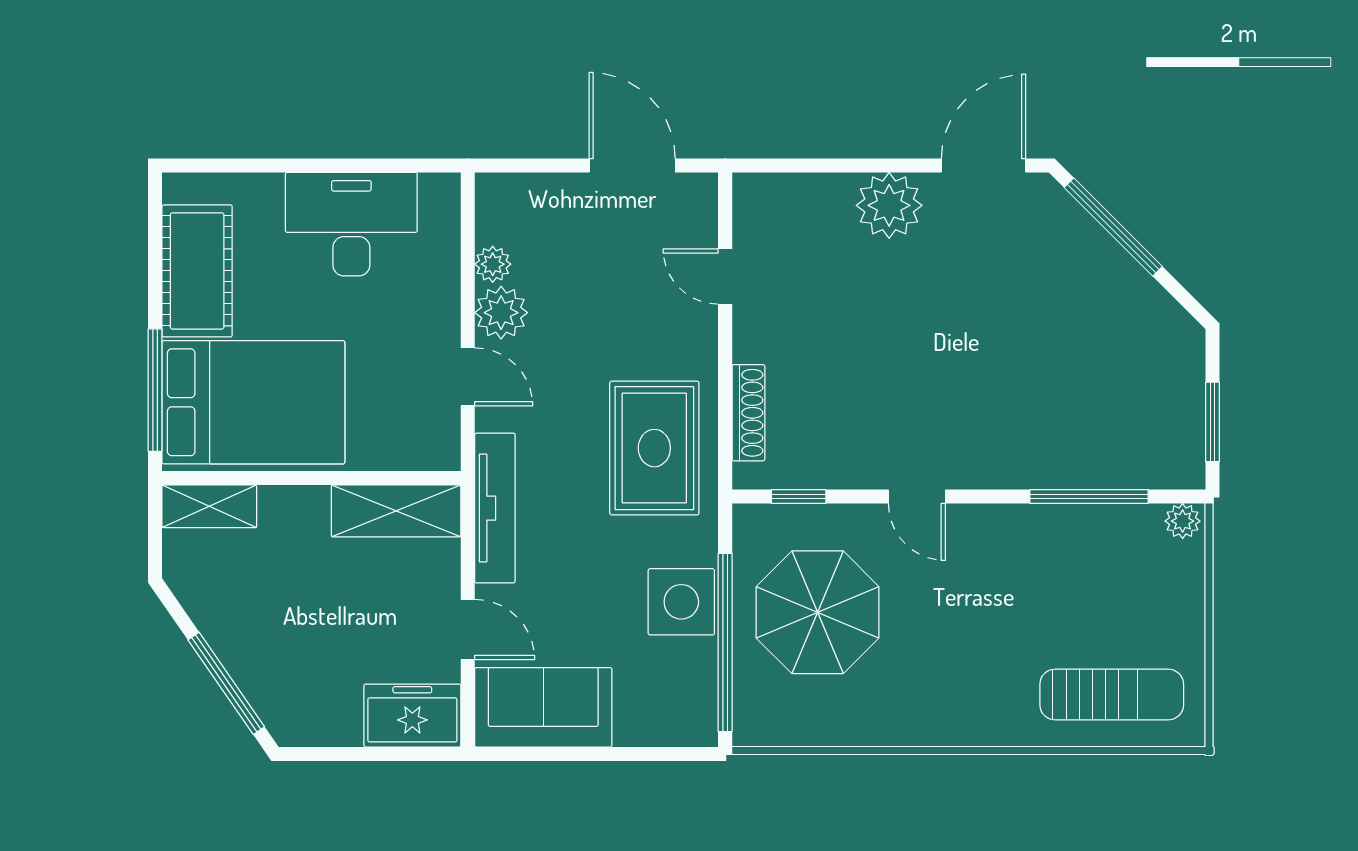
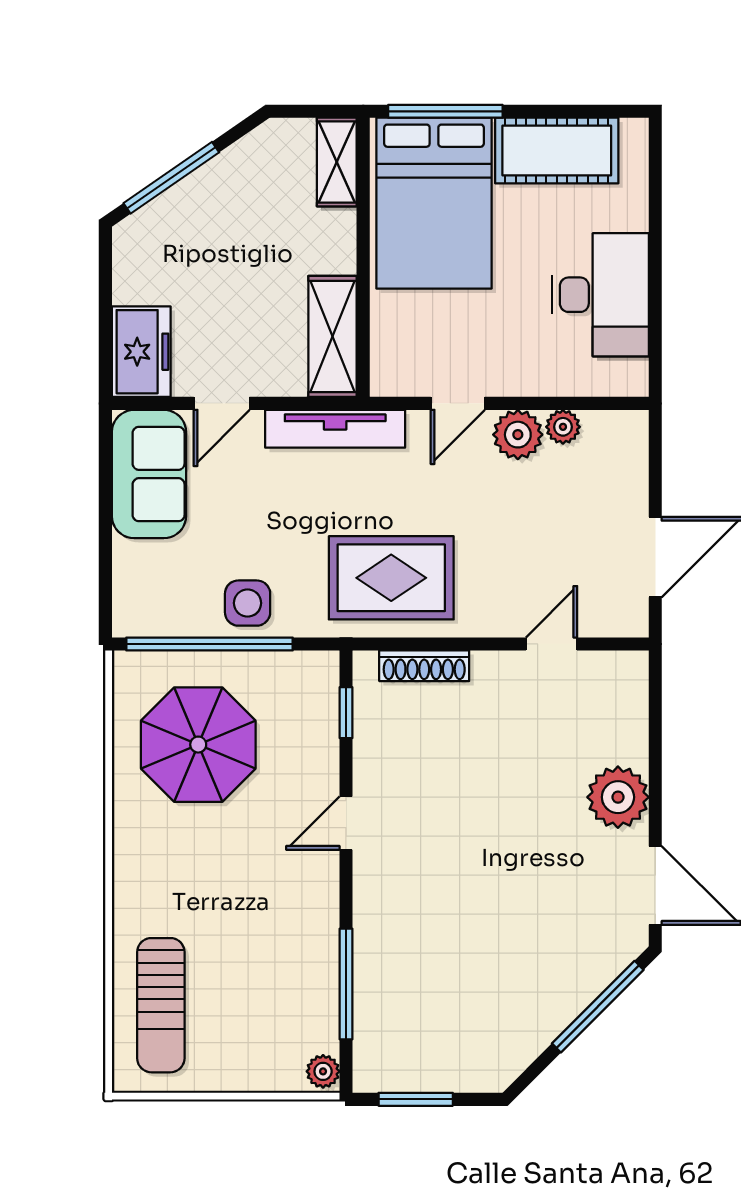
side table: (681, 602) -> (248, 603), width x0.73, depth x0.73
parasol: (818, 612) -> (198, 745), moved

